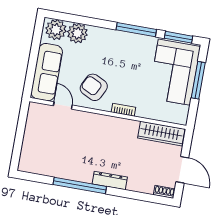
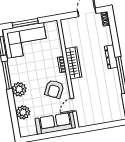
plant: (56, 30) -> (19, 89), moved
wardrobe: (161, 134) -> (73, 63), moved

